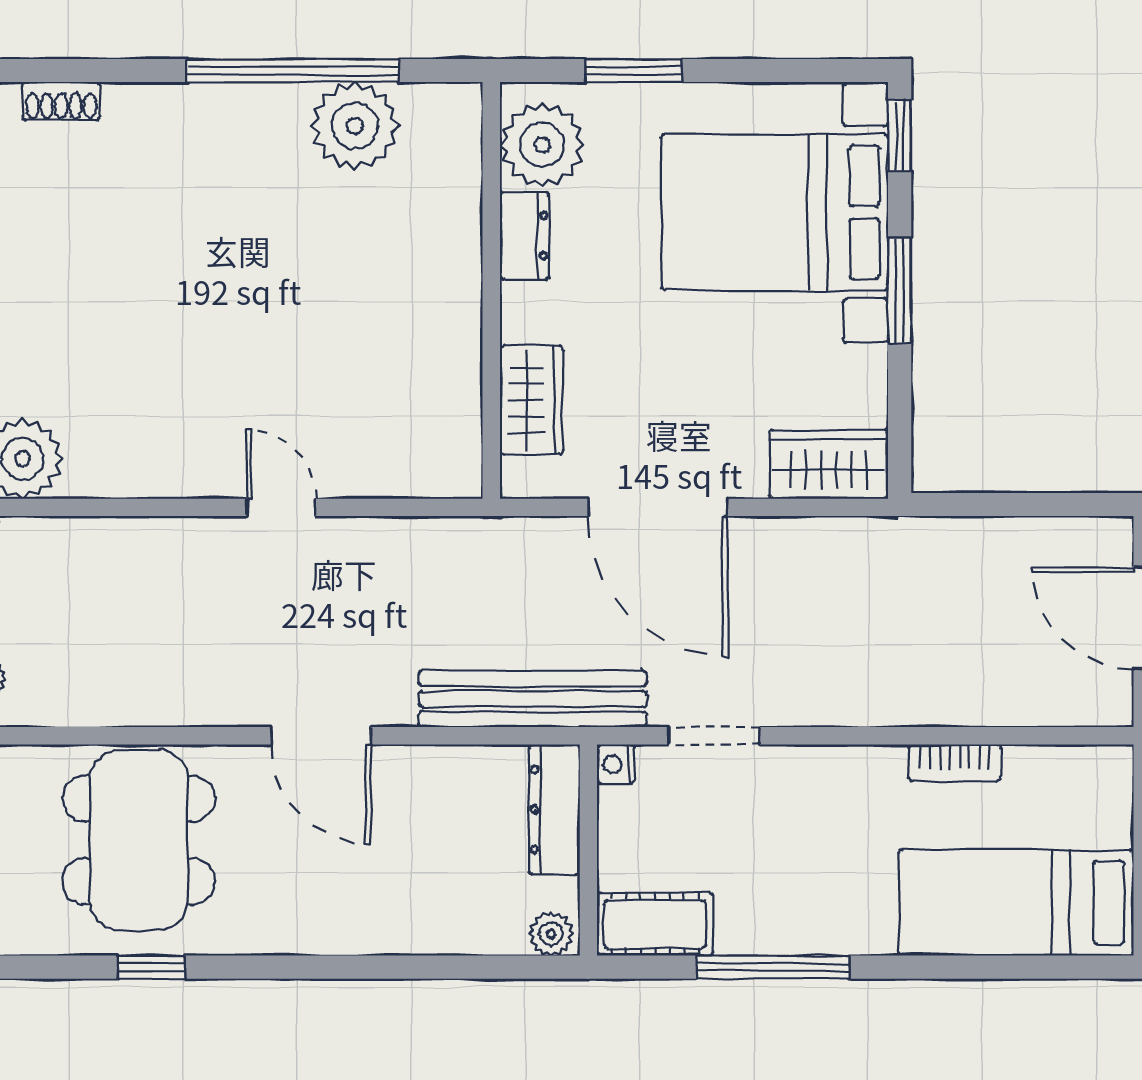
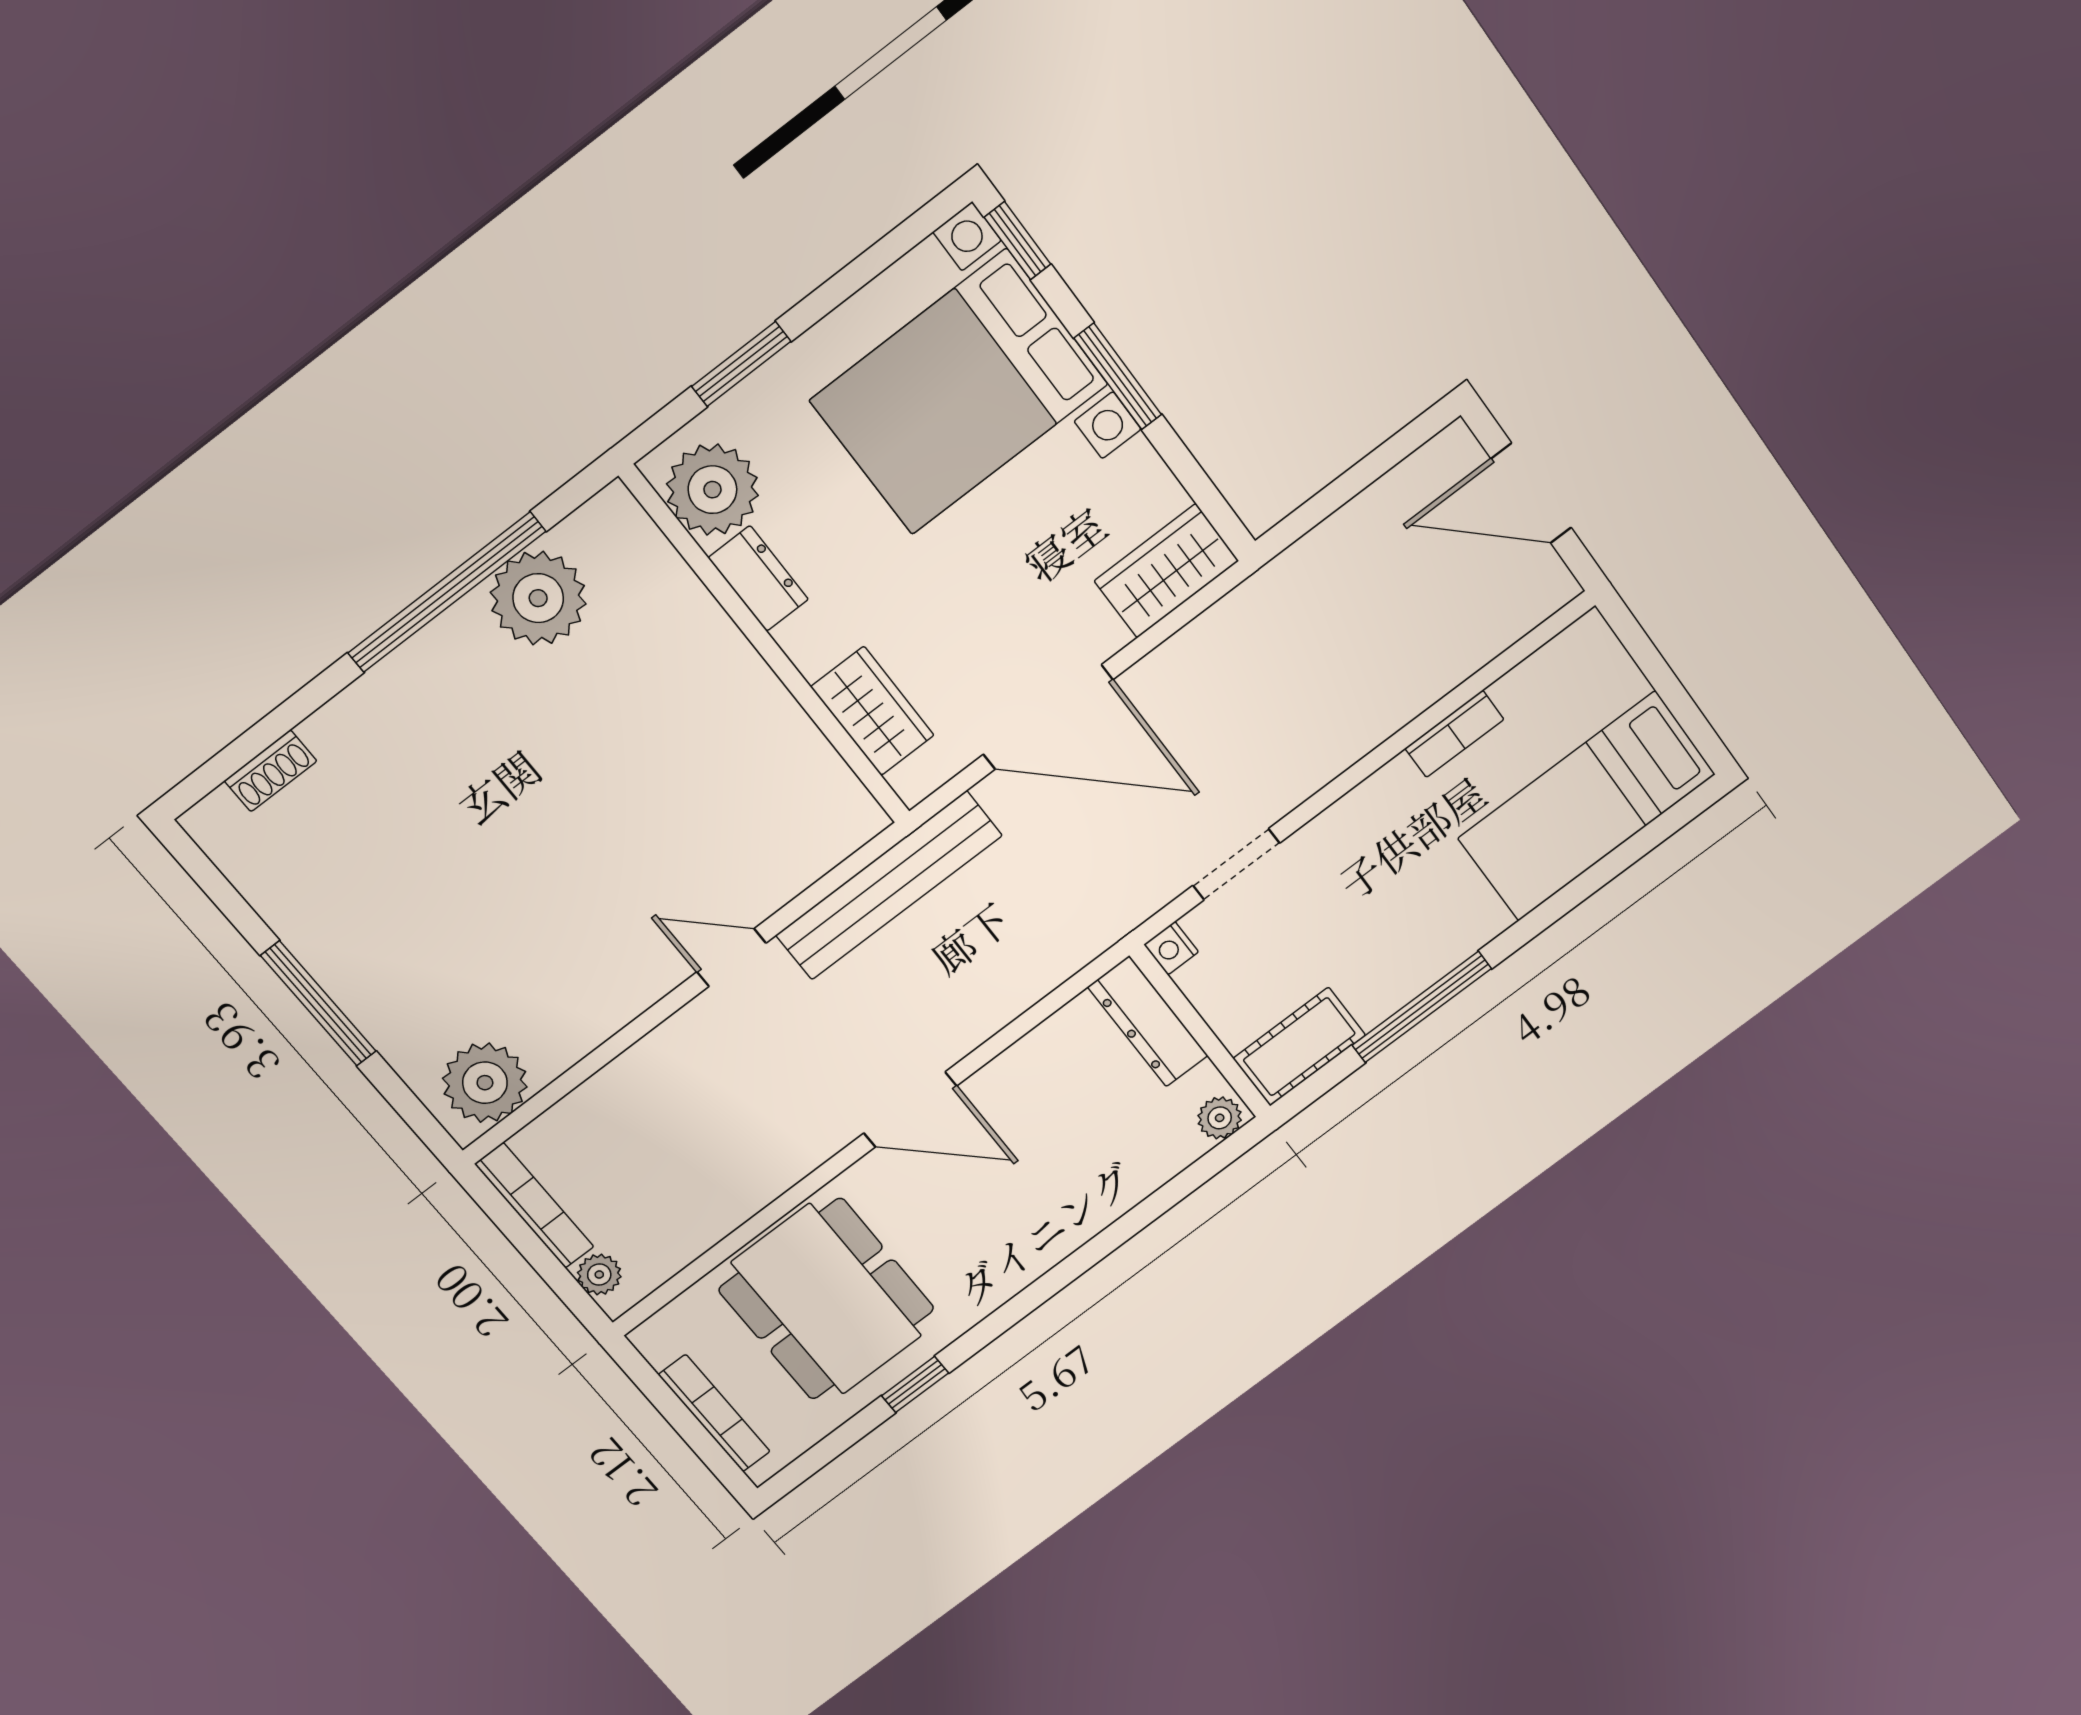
bench: (533, 699) -> (889, 885), moved

